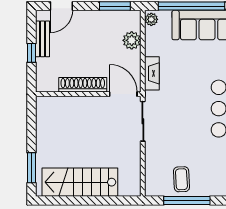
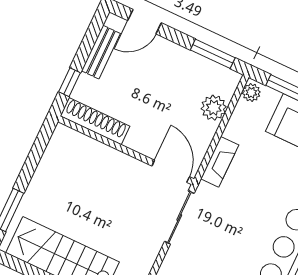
window: (31, 53) -> (70, 82), moved
shoe rack: (83, 85) -> (95, 121), moved

